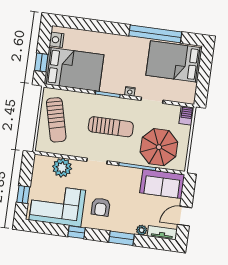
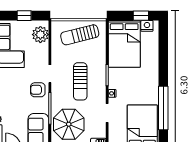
window: (41, 62) -> (141, 16), moved
plant: (62, 168) -> (40, 35), moved
window: (23, 194) -> (24, 16), moved
armchair: (101, 207) -> (38, 90), moved

